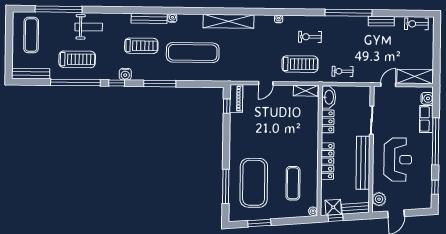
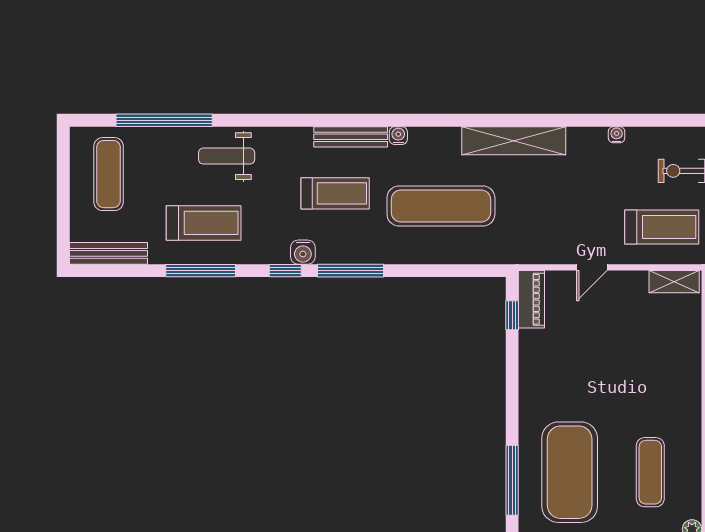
weight bench: (89, 27) -> (227, 156), turned 180
window: (75, 83) -> (201, 271), width x0.68
window: (160, 84) -> (351, 271), moved

